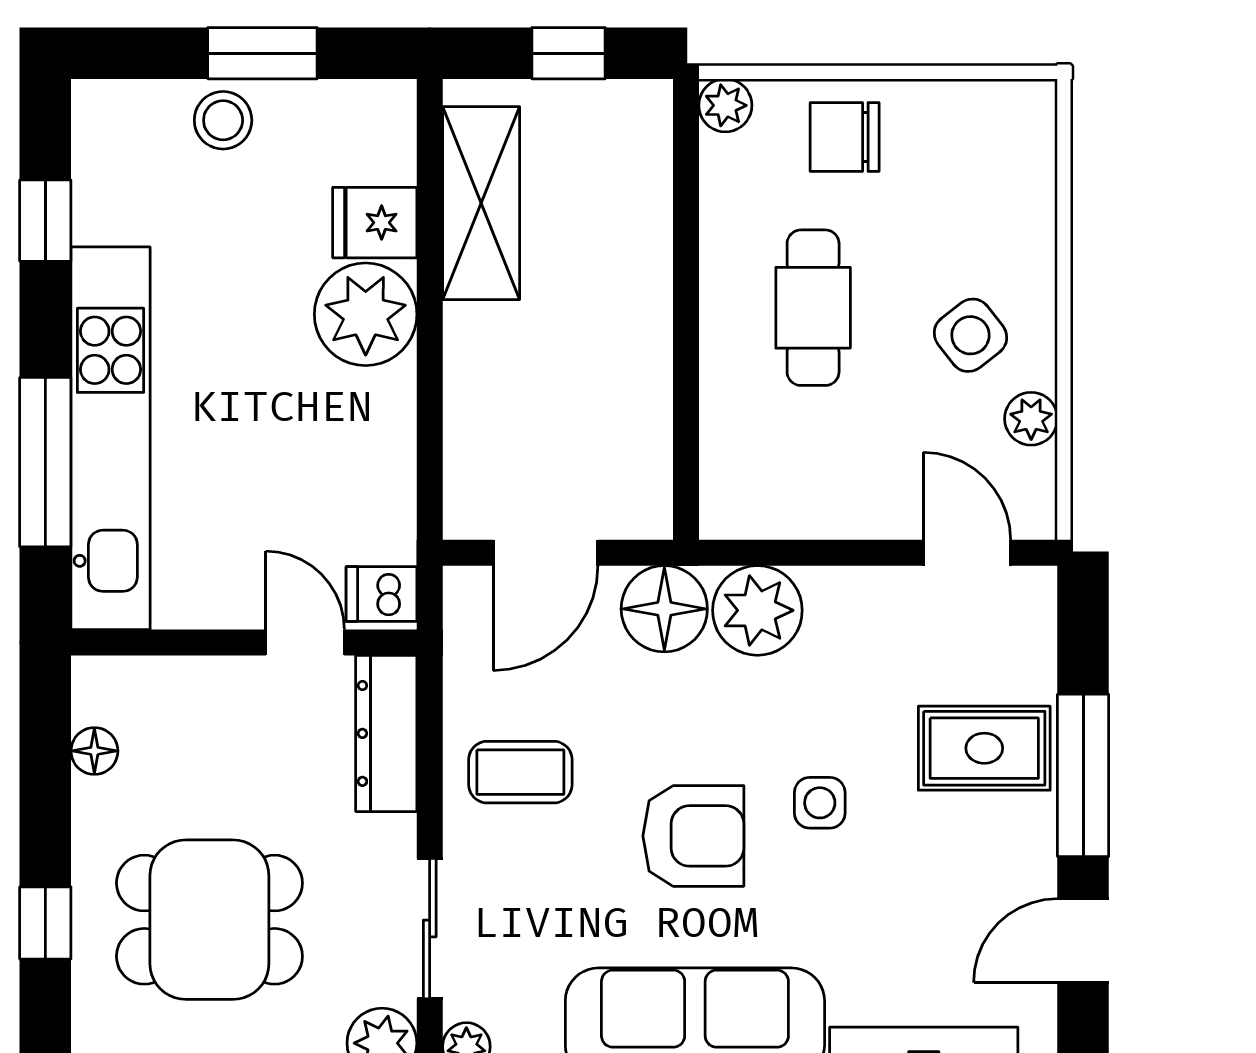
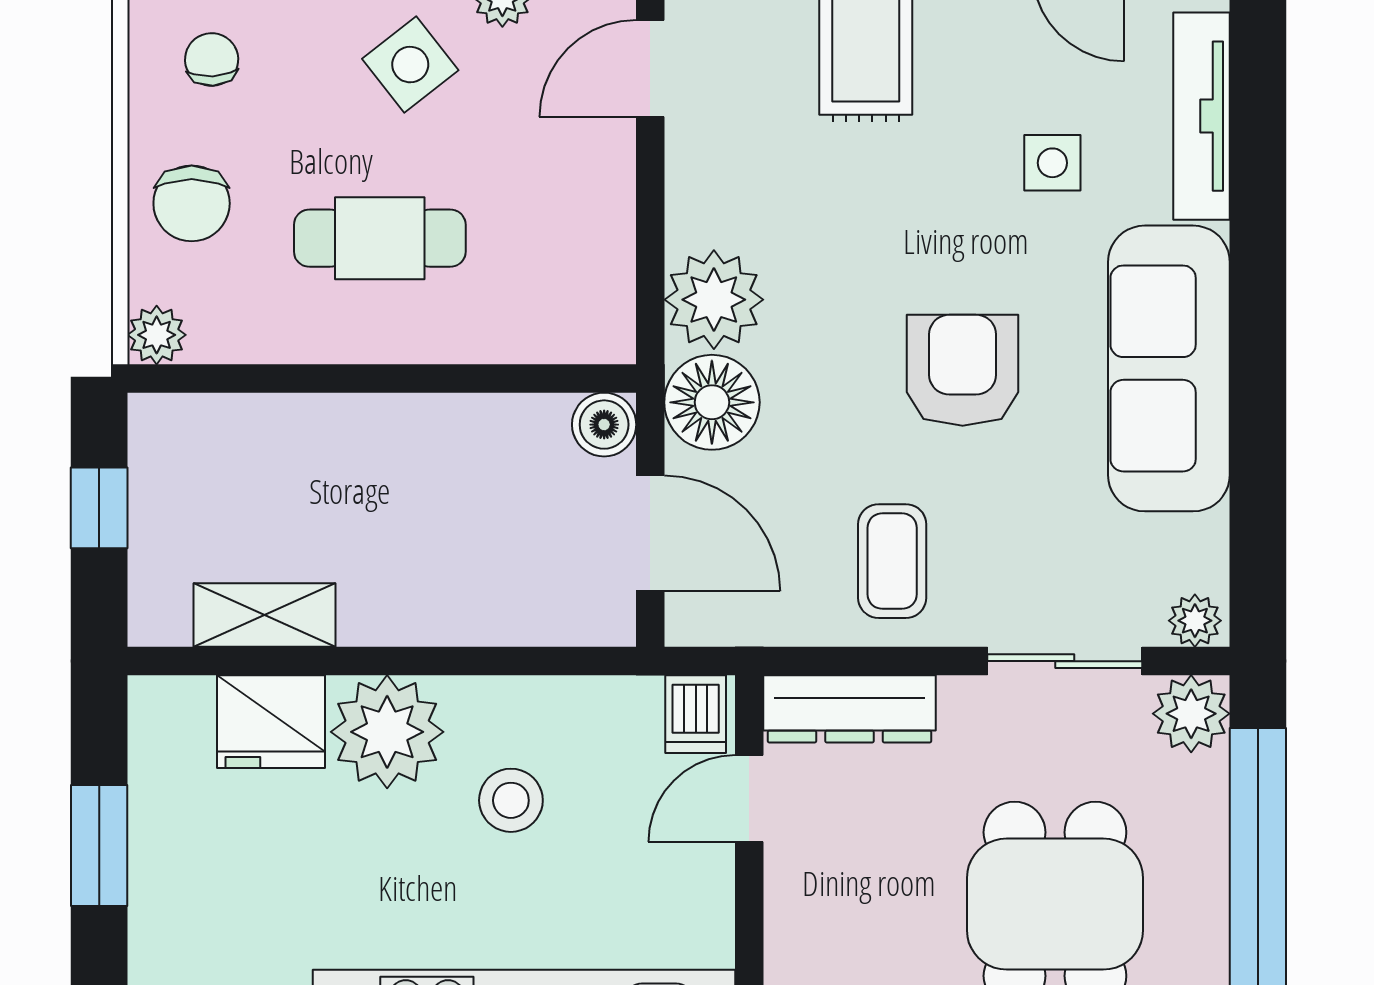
stool: (223, 120) -> (511, 800), moved
chair: (975, 155) -> (212, 60), added
shelving: (481, 203) -> (265, 615), width x0.67, depth x0.75
fridge: (375, 223) -> (271, 722), width x1.38
boiler: (644, 511) -> (604, 425), added
side table: (820, 803) -> (1052, 163), moved

